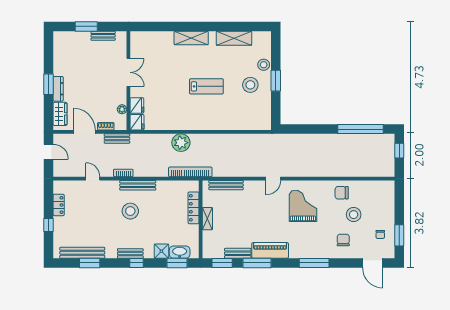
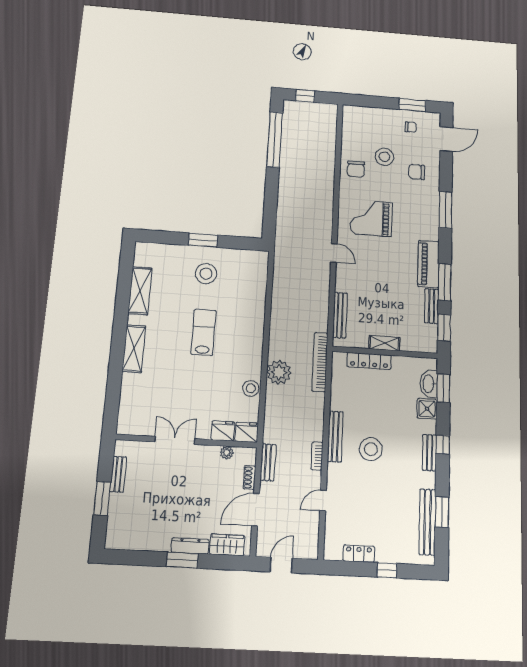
stool: (264, 65) -> (251, 388), moved

